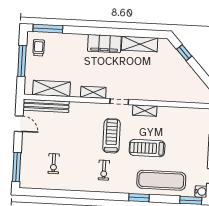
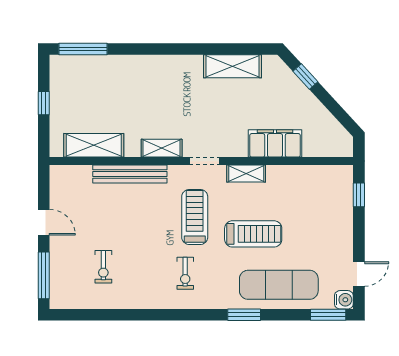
filing cabinet: (104, 44) -> (275, 143), moved, turned 180
trolley: (39, 48) -> (70, 81), removed
window: (22, 61) -> (44, 103), width x0.46
bench: (46, 106) -> (130, 174), moved
door: (19, 124) -> (44, 222), moved
treadmill: (147, 148) -> (253, 234), turned 180

